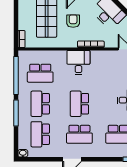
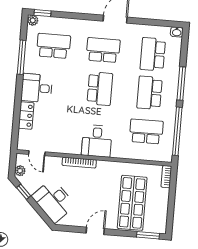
armchair: (73, 21) -> (99, 194), removed
school desk: (40, 104) -> (149, 93), turned 180
school desk: (40, 134) -> (153, 54), turned 180

